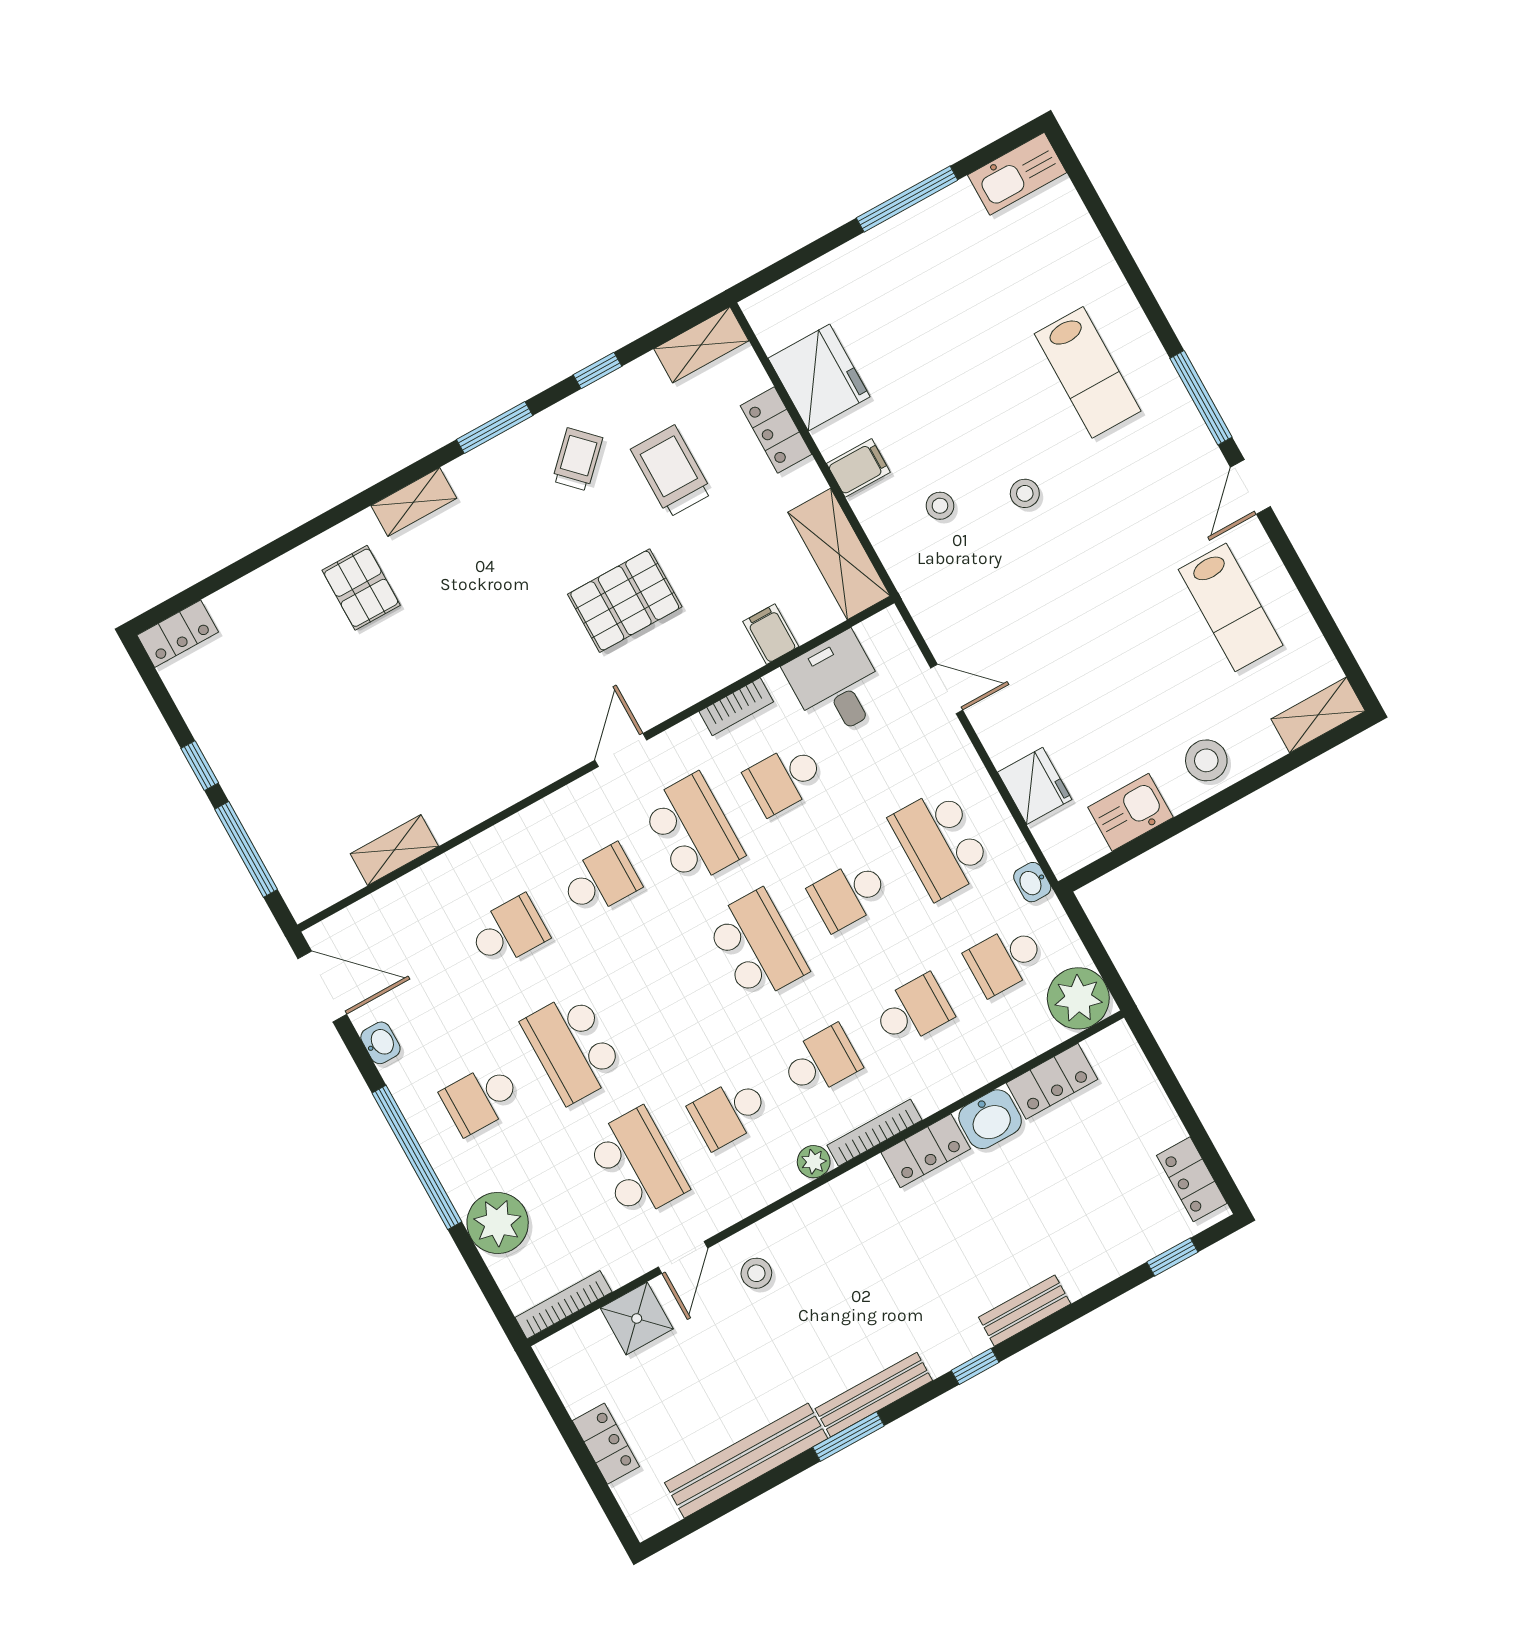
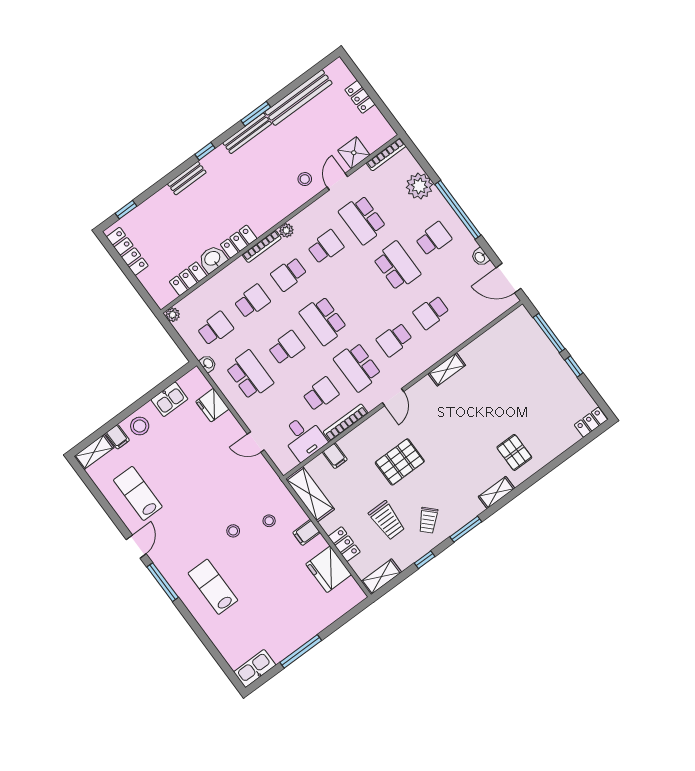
bookcase: (736, 707) -> (346, 422), width x1.56
filing cabinet: (1260, 743) -> (117, 437), added
shelving: (394, 850) -> (447, 369), moved
plant: (1078, 998) -> (173, 315), width x0.53, depth x0.53
school desk: (913, 1011) -> (252, 301), turned 180
locker: (1192, 1179) -> (127, 251), width x1.53

